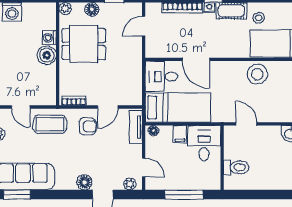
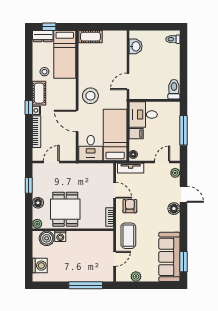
door: (144, 26) -> (51, 162), swing flipped
boiler: (47, 55) -> (47, 238), moved
door: (196, 59) -> (77, 121), swing flipped
stool: (257, 74) -> (90, 96), moved
toilet: (236, 167) -> (174, 89), moved

